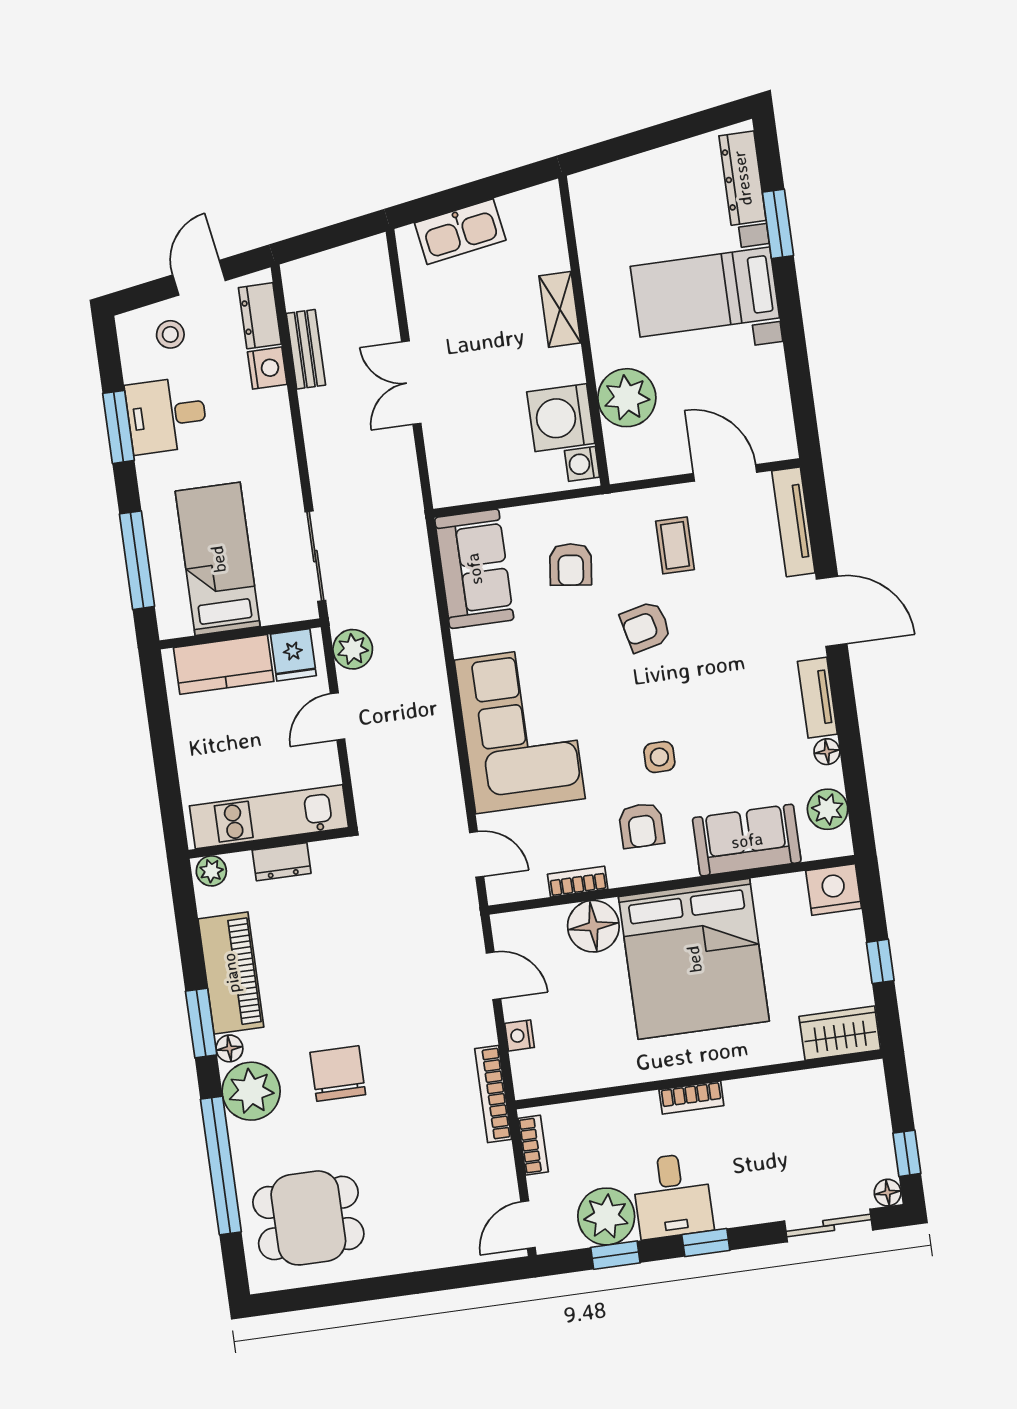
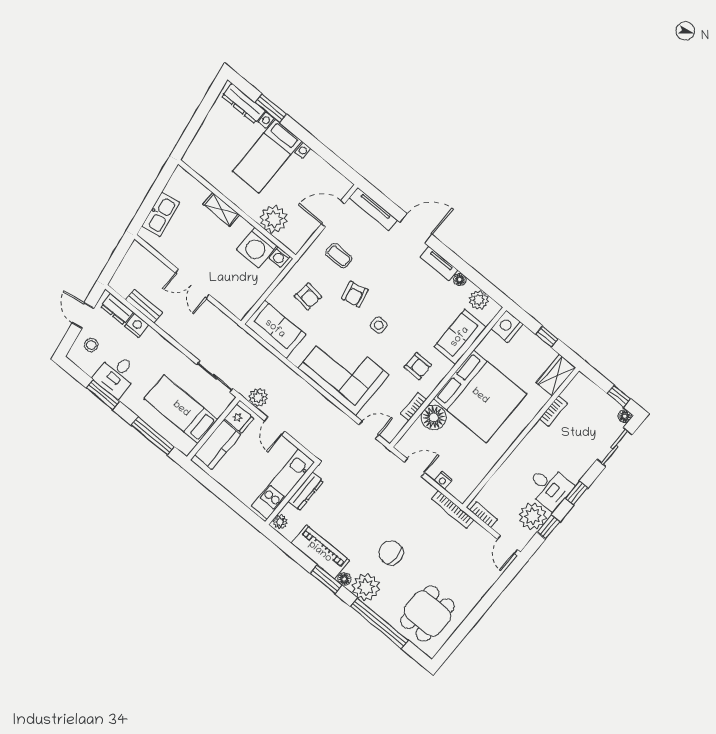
side table: (659, 757) -> (379, 325), moved
dresser: (282, 862) -> (306, 491), width x1.44
bookcase: (691, 1098) -> (553, 411), moved

